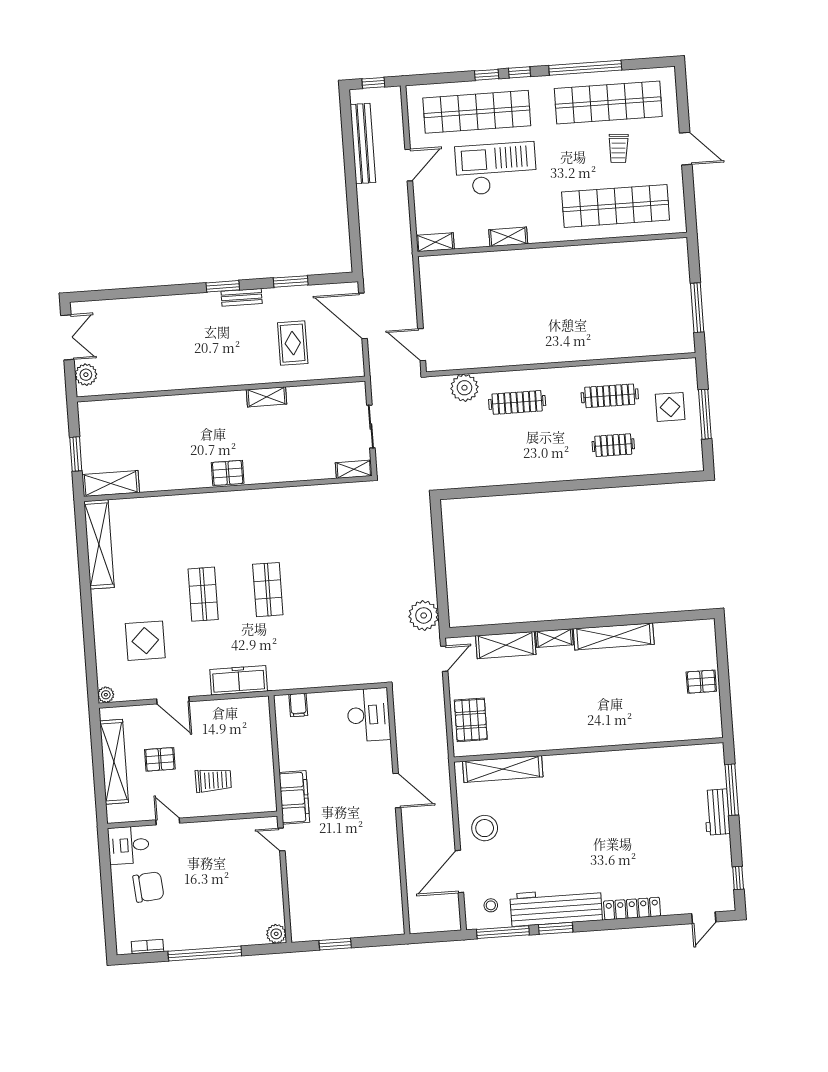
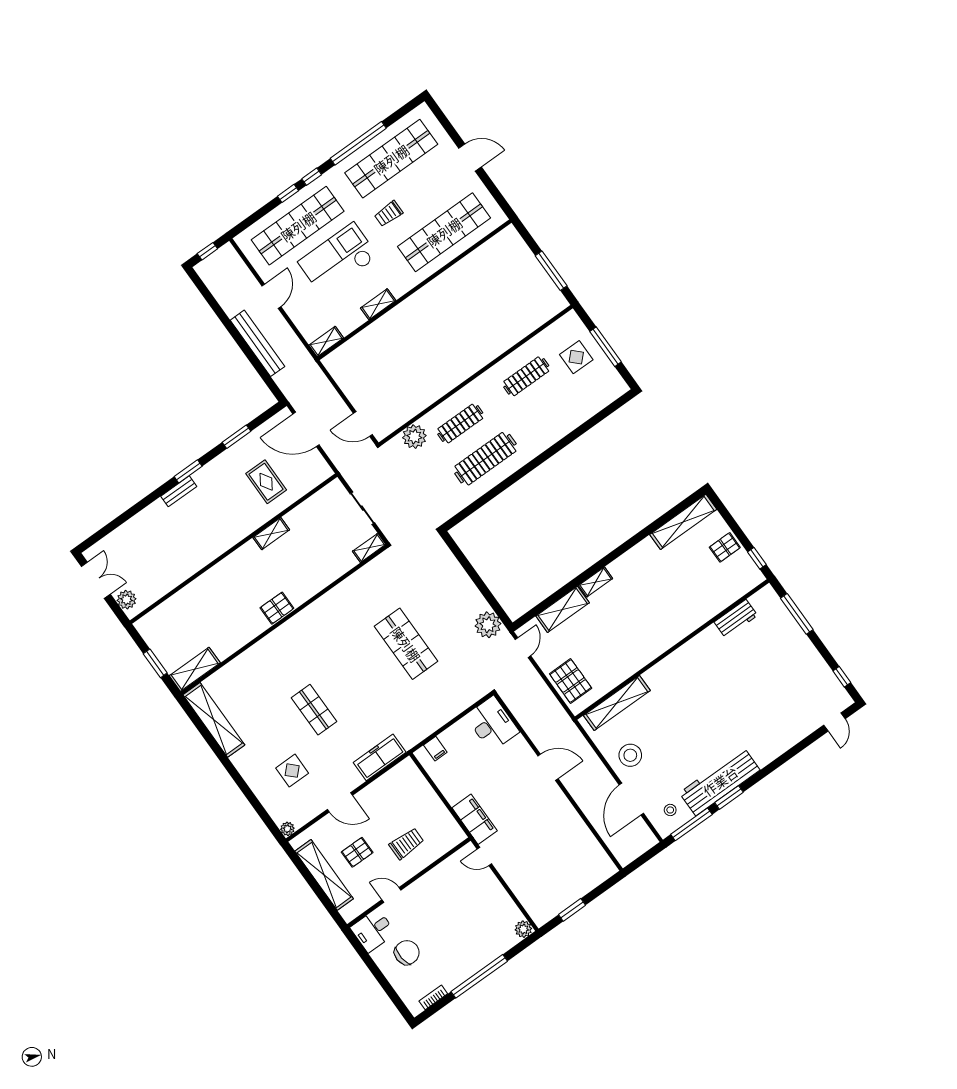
bench: (363, 143) -> (257, 343), moved
trolley: (618, 148) -> (389, 214), moved, turned 85
bench: (242, 297) -> (179, 491), moved
clothes rail: (613, 445) -> (485, 459), moved, width x1.86, depth x1.31
shop shelf: (268, 590) -> (406, 644), moved, width x1.43, depth x1.36
shelving: (614, 636) -> (683, 522), moved
display table: (145, 641) -> (292, 771), width x0.73, depth x0.73
window: (726, 711) -> (757, 558), added
workbench: (717, 812) -> (736, 619), moved, turned -90
locker: (632, 909) -> (777, 748), removed

